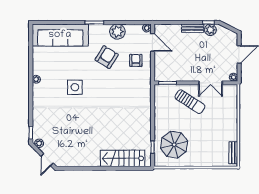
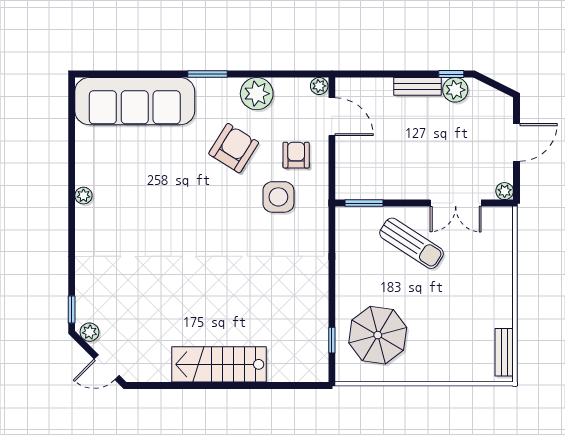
side table: (75, 87) -> (278, 197), moved
stairs: (123, 158) -> (219, 364), moved
door: (47, 160) -> (107, 367), hinge flipped

